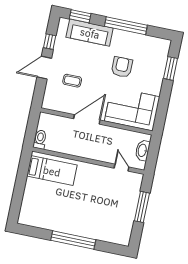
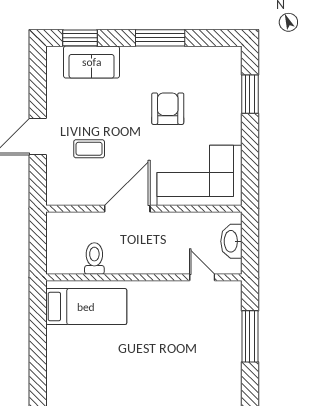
window: (126, 26) -> (160, 38), width x0.68
sofa: (90, 33) -> (92, 62), width x0.73
window: (50, 42) -> (38, 91), removed
toilet: (40, 139) -> (94, 258), moved

